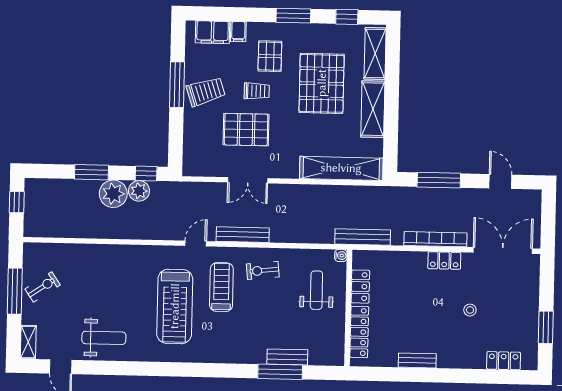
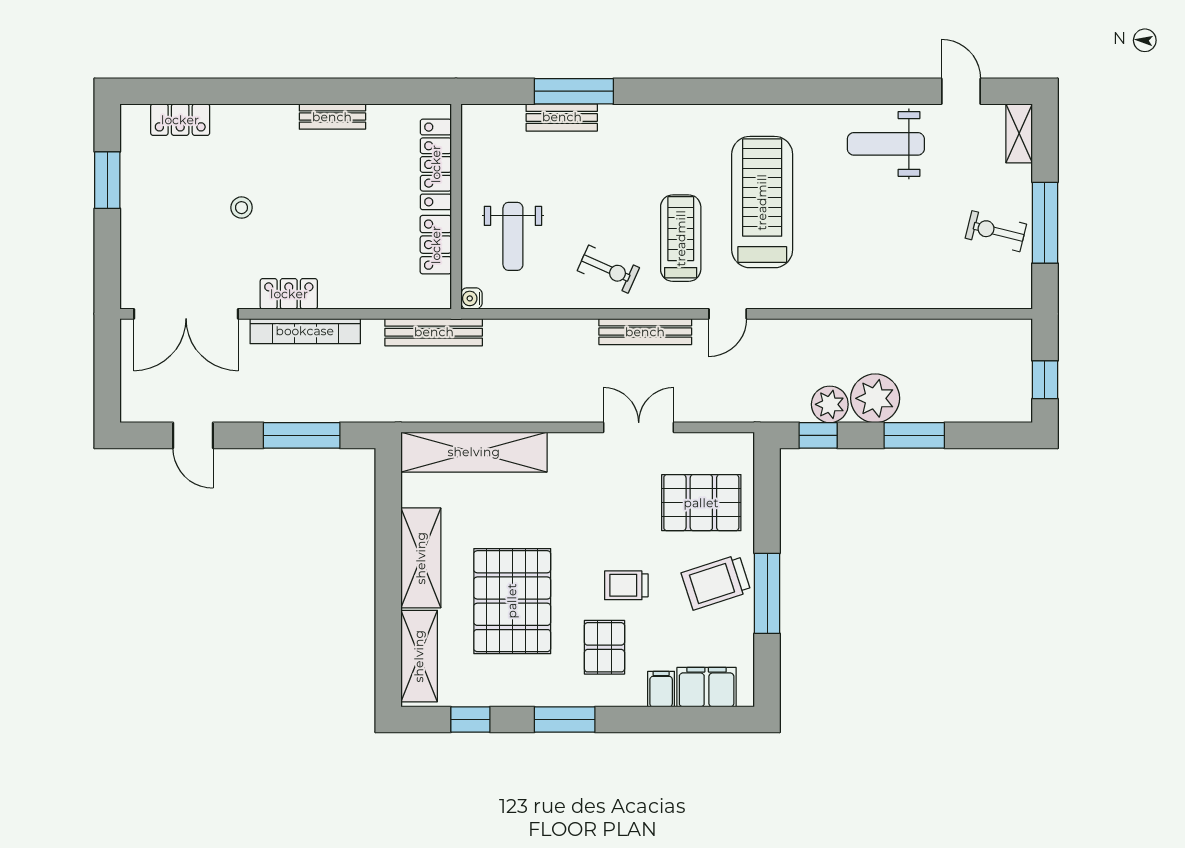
pallet: (246, 130) -> (701, 503), moved
exercise bike: (263, 270) -> (608, 269), turned 30
exercise bike: (43, 287) -> (996, 231), turned 48
treadmill: (221, 287) -> (681, 238), turned 180

